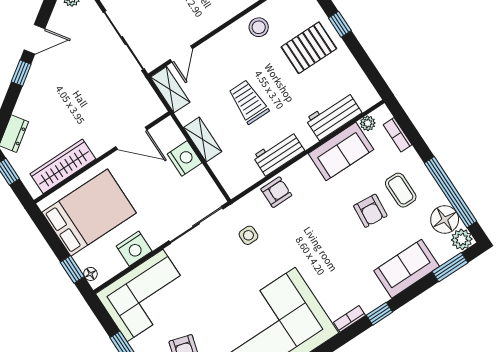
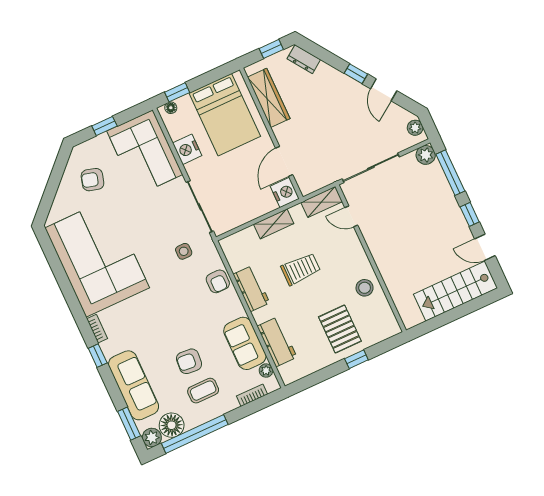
nightstand: (185, 158) -> (285, 192), moved, turned -90
sofa: (407, 269) -> (134, 385), width x1.36

